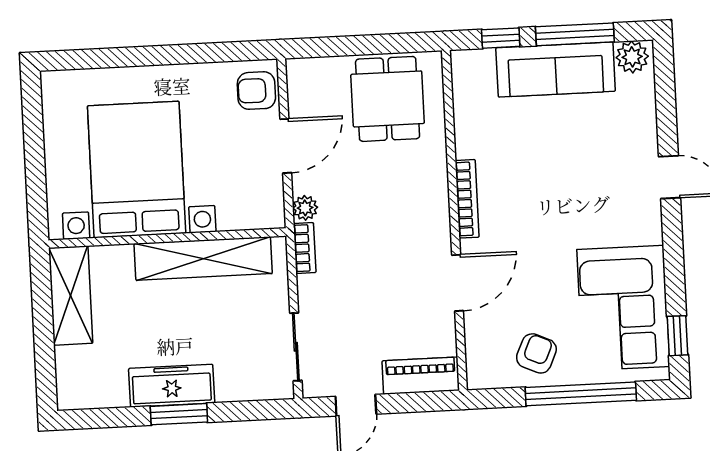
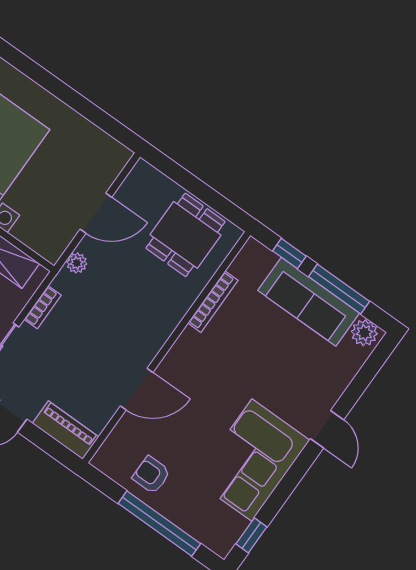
armchair: (256, 91) -> (105, 163), removed
bookcase: (467, 199) -> (213, 302), moved
bookcase: (305, 248) -> (43, 307), moved
corner sofa: (623, 308) -> (252, 460), moved
armchair: (536, 353) -> (151, 475), turned -114

